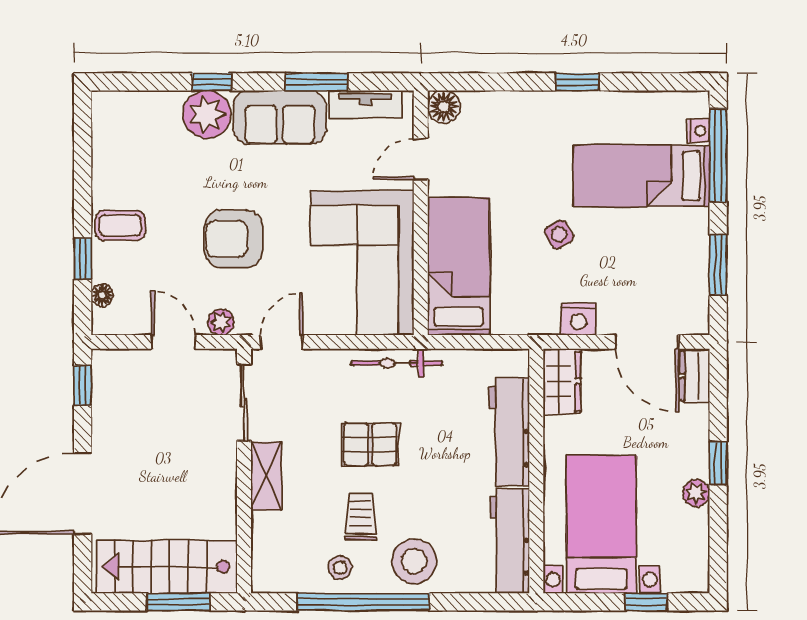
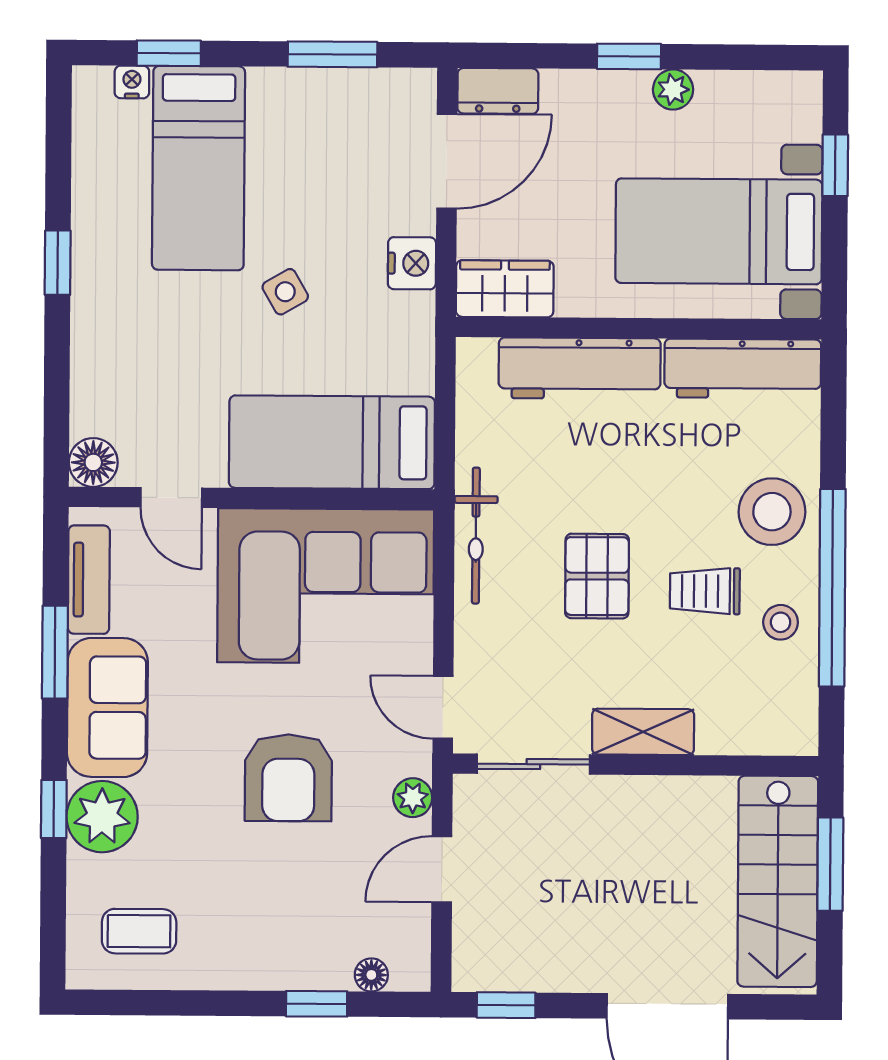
window: (718, 155) -> (169, 53), width x0.46
coffee table: (120, 225) -> (139, 931), moved, turned 90

